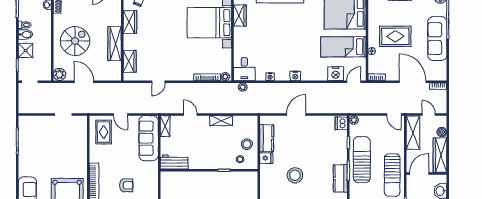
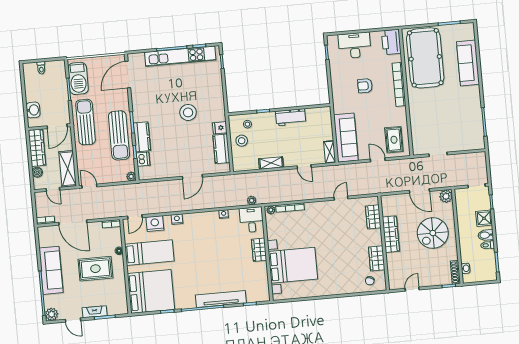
wardrobe: (240, 16) -> (259, 250), moved
nightstand: (295, 76) -> (177, 219), moved
dishwasher: (341, 123) -> (143, 159), moved
workbench: (174, 162) -> (291, 117), moved
kitchen counter: (340, 178) -> (142, 137), moved

